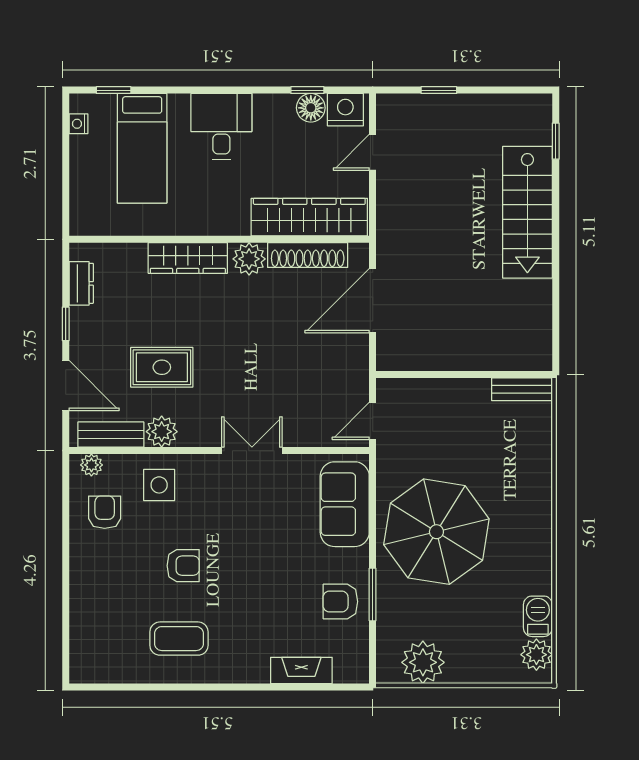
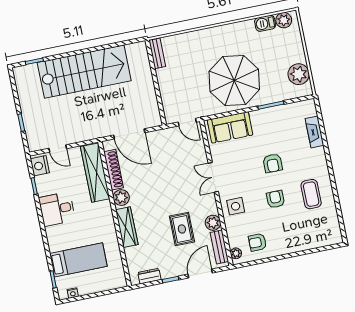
floor lamp: (311, 108) -> (42, 183), removed
desk: (221, 126) -> (57, 209), moved
stairs: (527, 212) -> (84, 72), width x1.36, depth x1.51
side table: (159, 485) -> (236, 206), moved
armchair: (340, 602) -> (273, 163), moved

